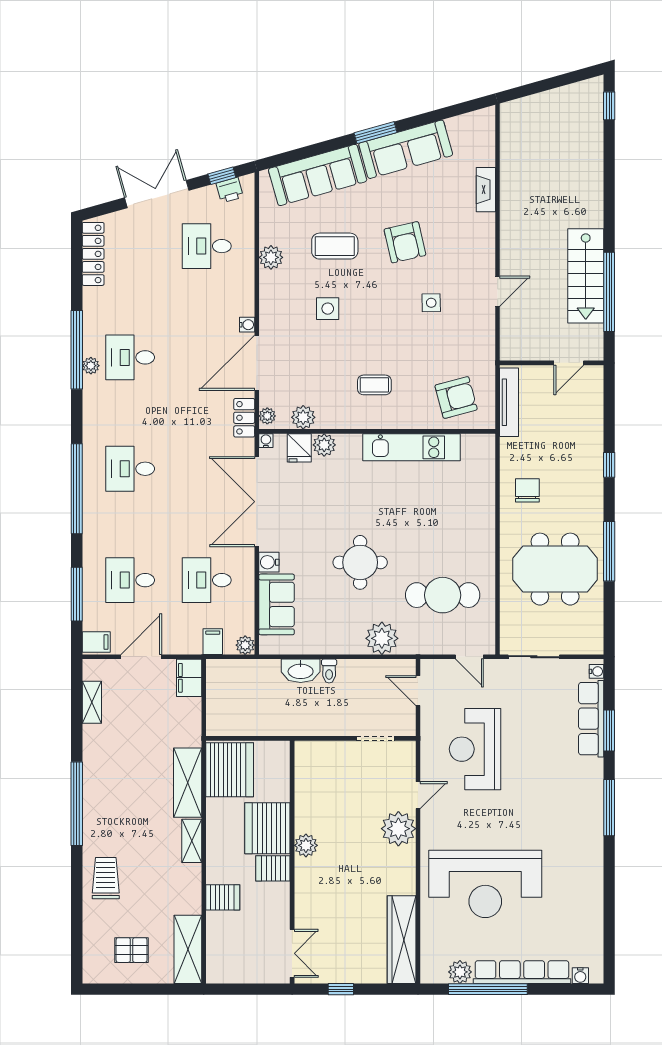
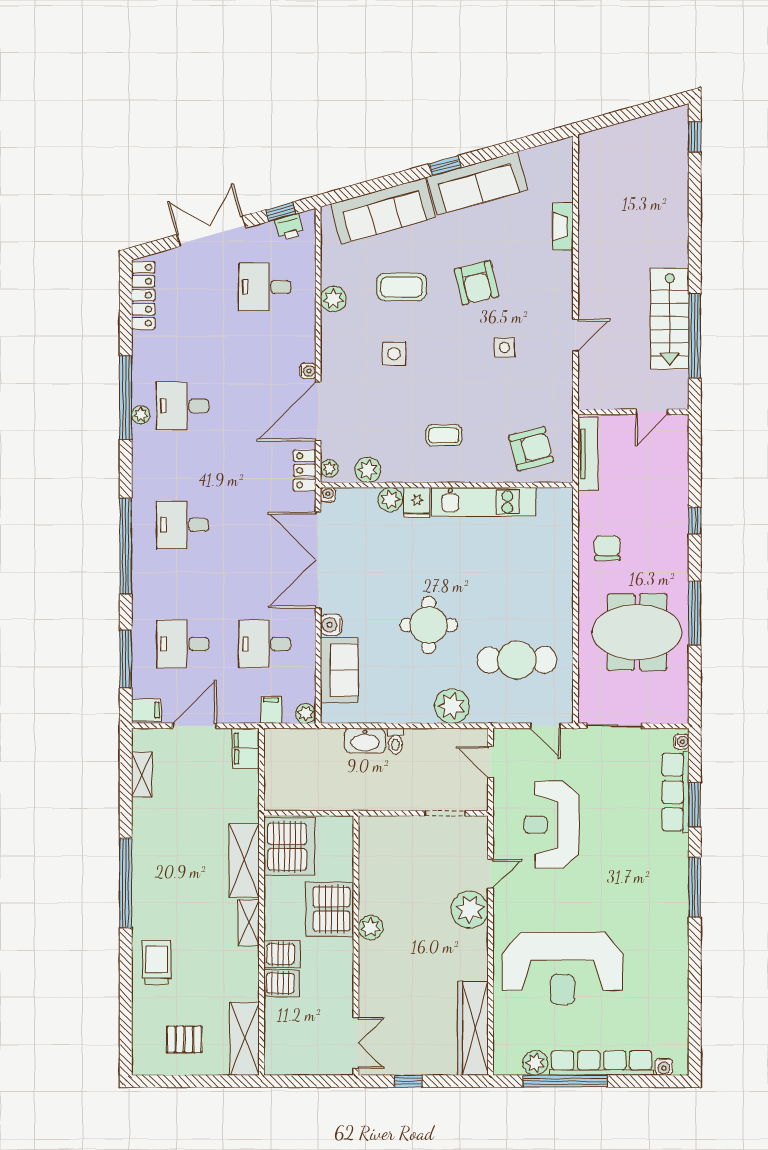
window: (376, 133) -> (445, 166), width x0.67
fridge: (299, 448) -> (417, 503), moved
server rack: (273, 868) -> (282, 954), moved, turned 180

